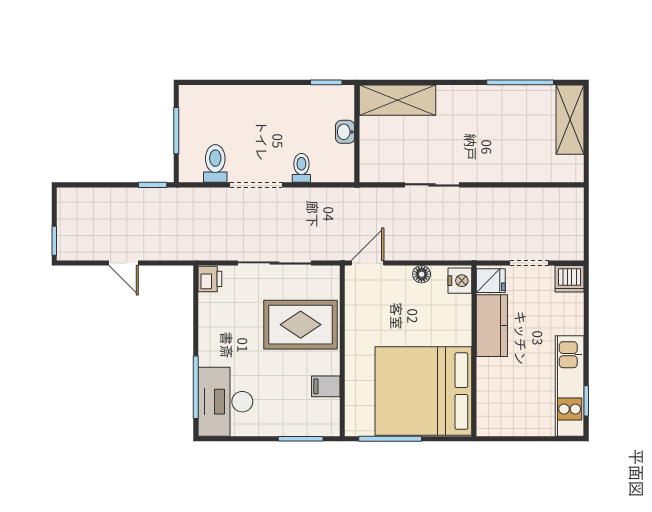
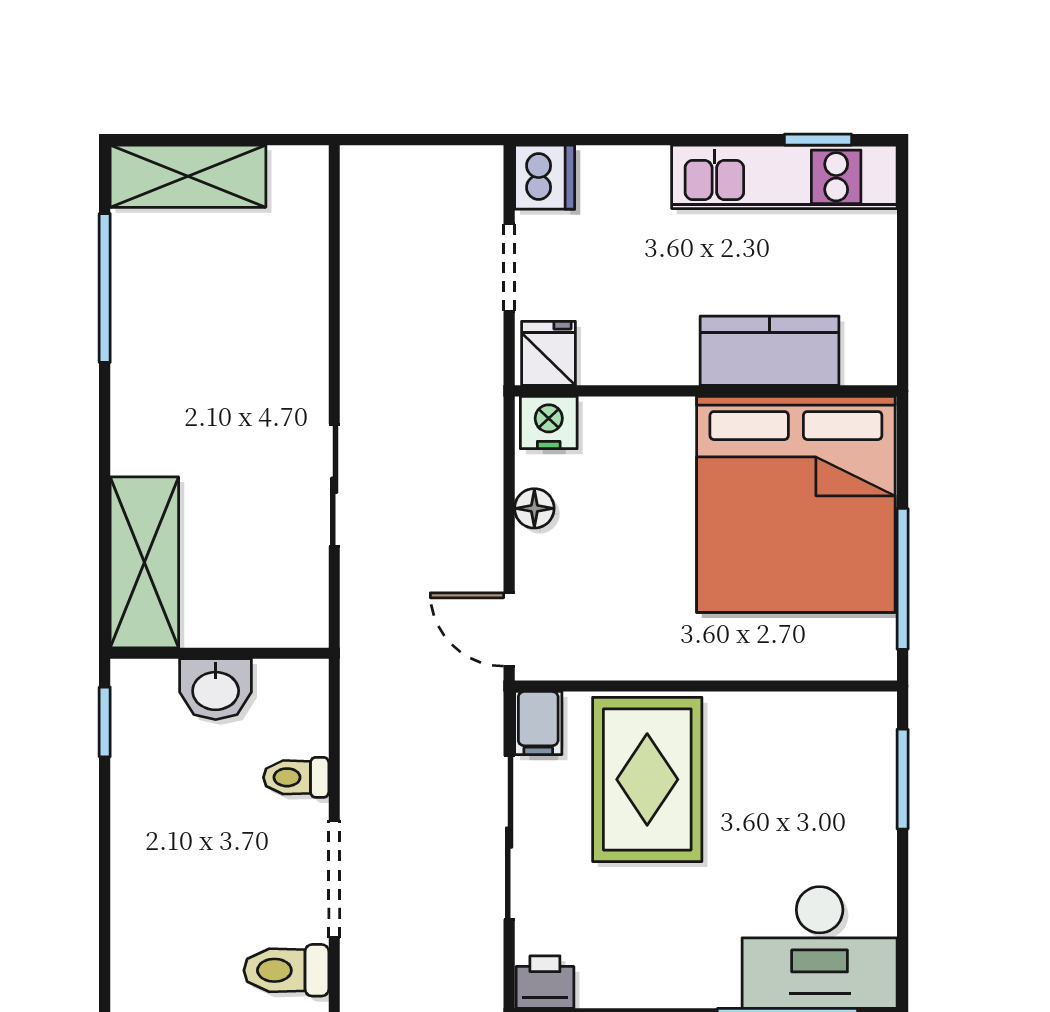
washbasin: (345, 132) -> (216, 689), width x1.38, depth x1.45
kitchen counter: (492, 326) -> (770, 351), moved
filing cabinet: (326, 386) -> (538, 723), moved

